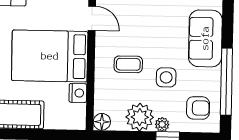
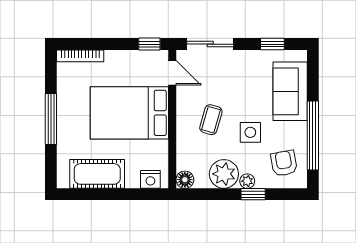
coffee table: (128, 64) -> (211, 120), turned -74
nightstand: (78, 93) -> (150, 179), moved, turned 90
armchair: (198, 108) -> (284, 163), turned -100

